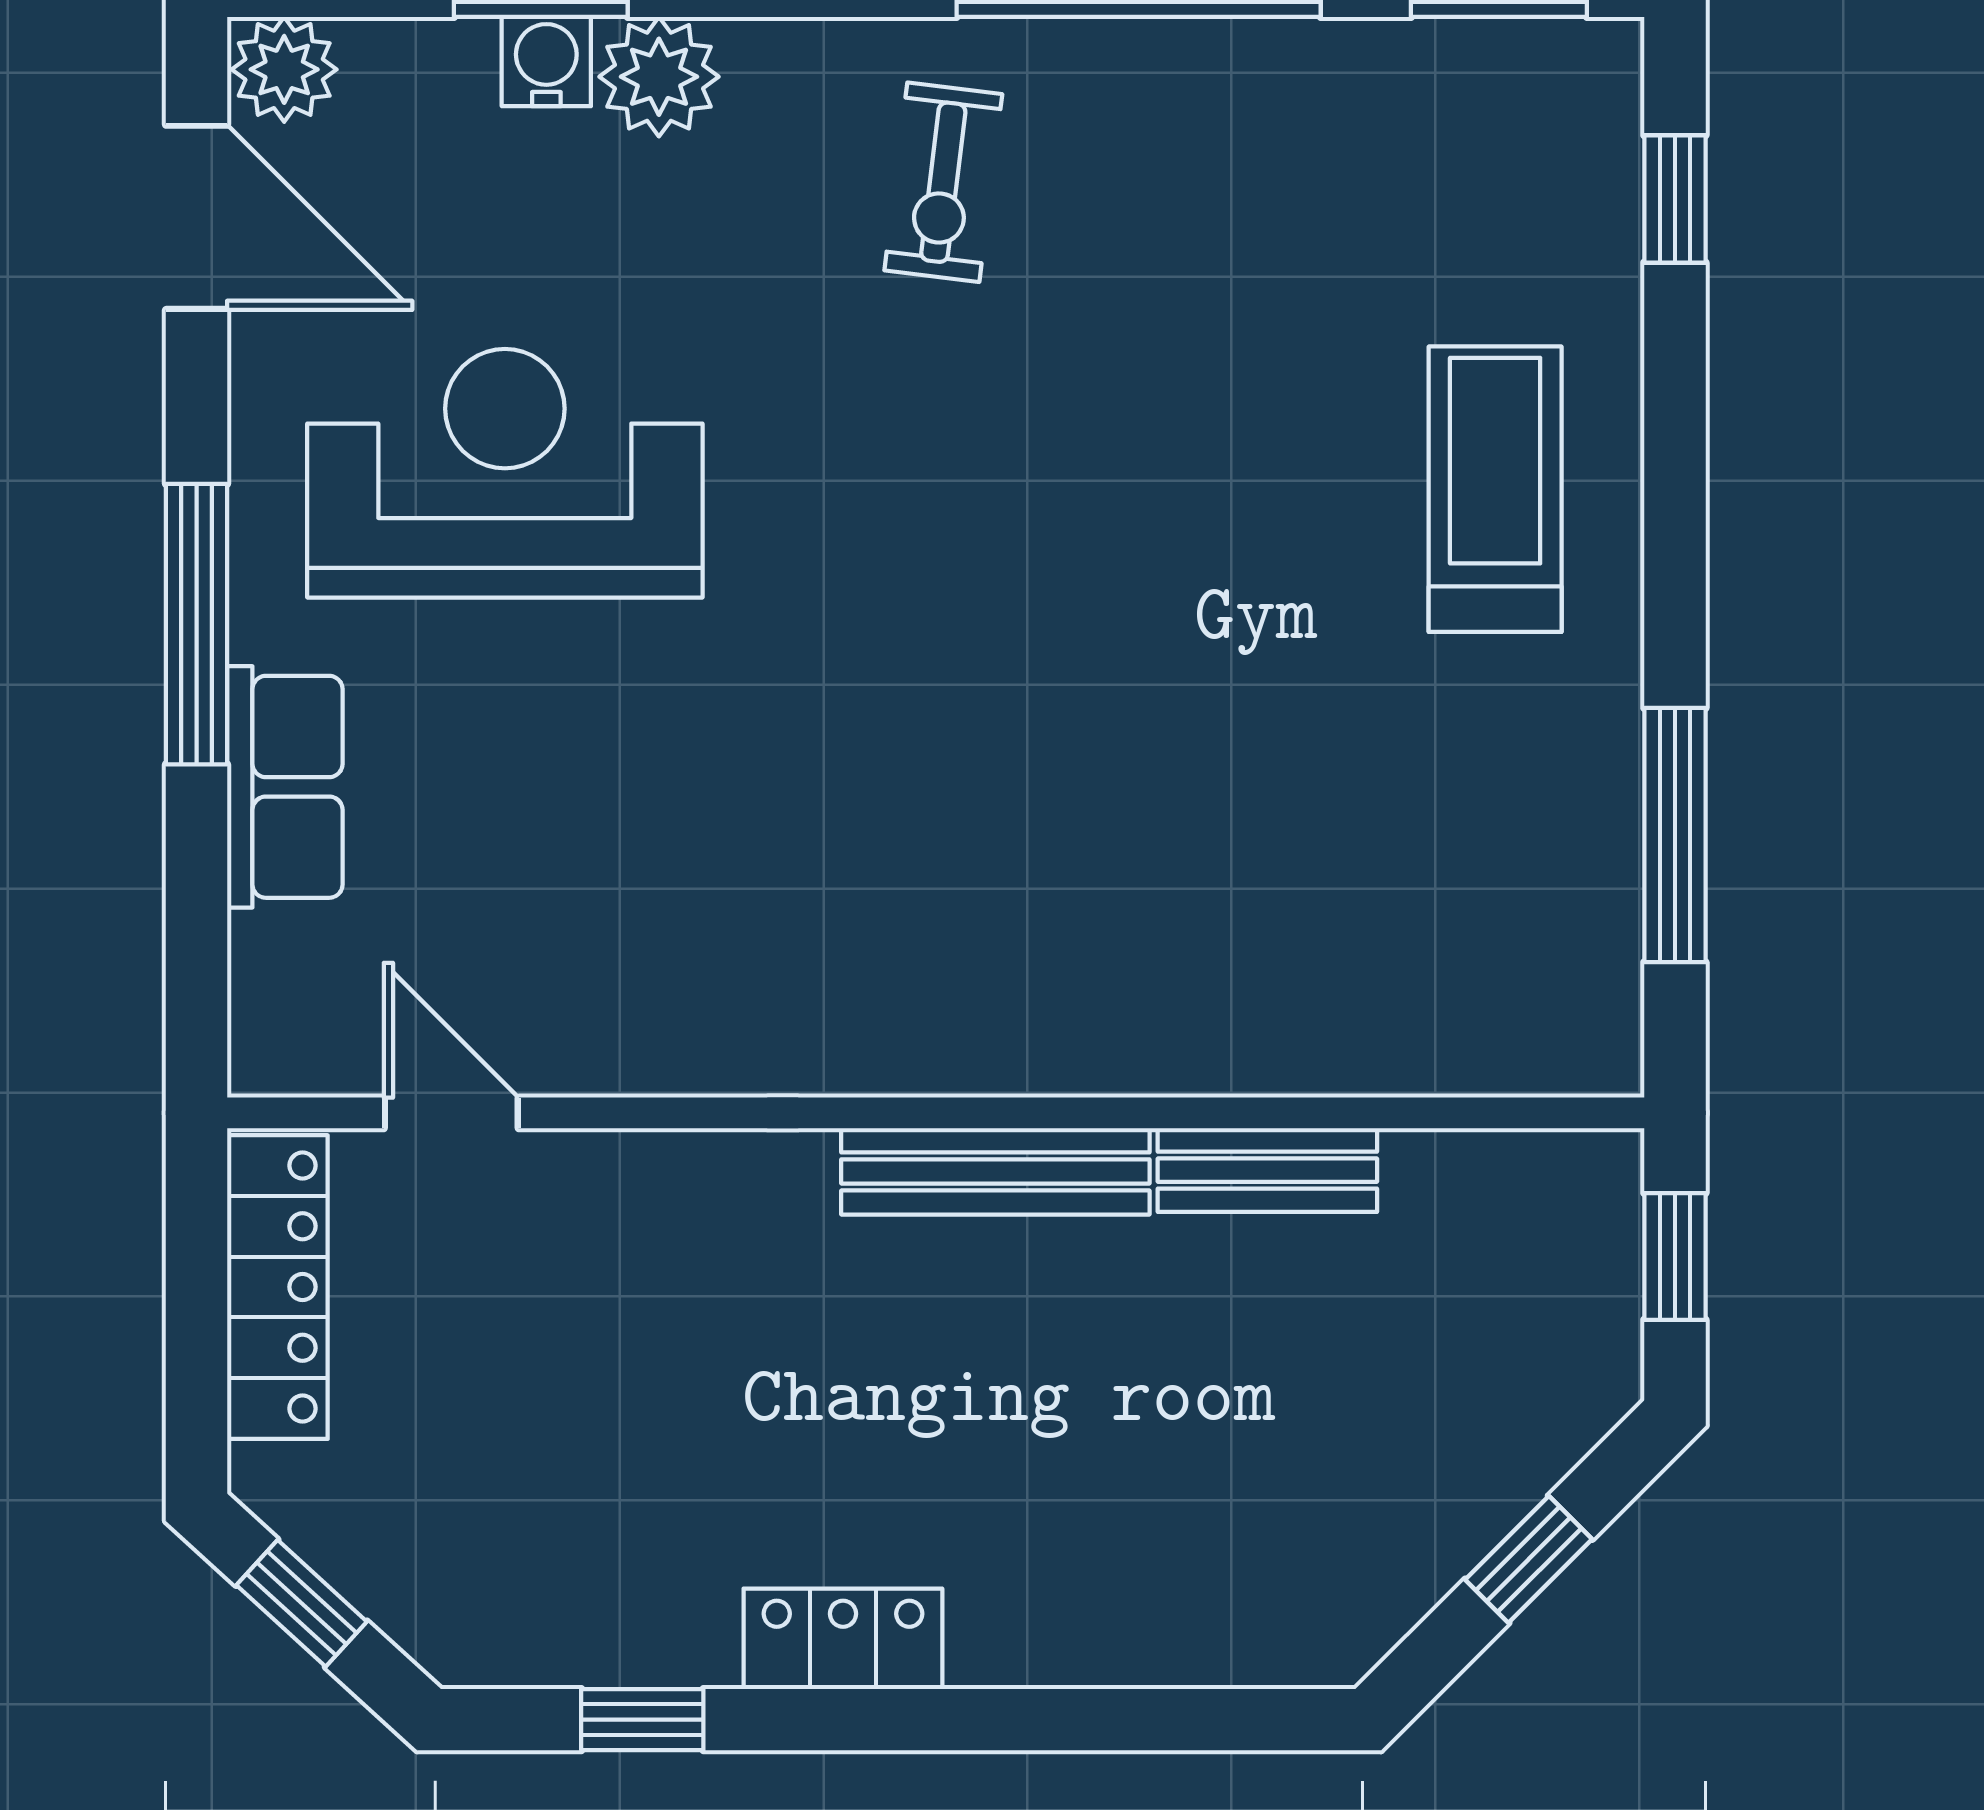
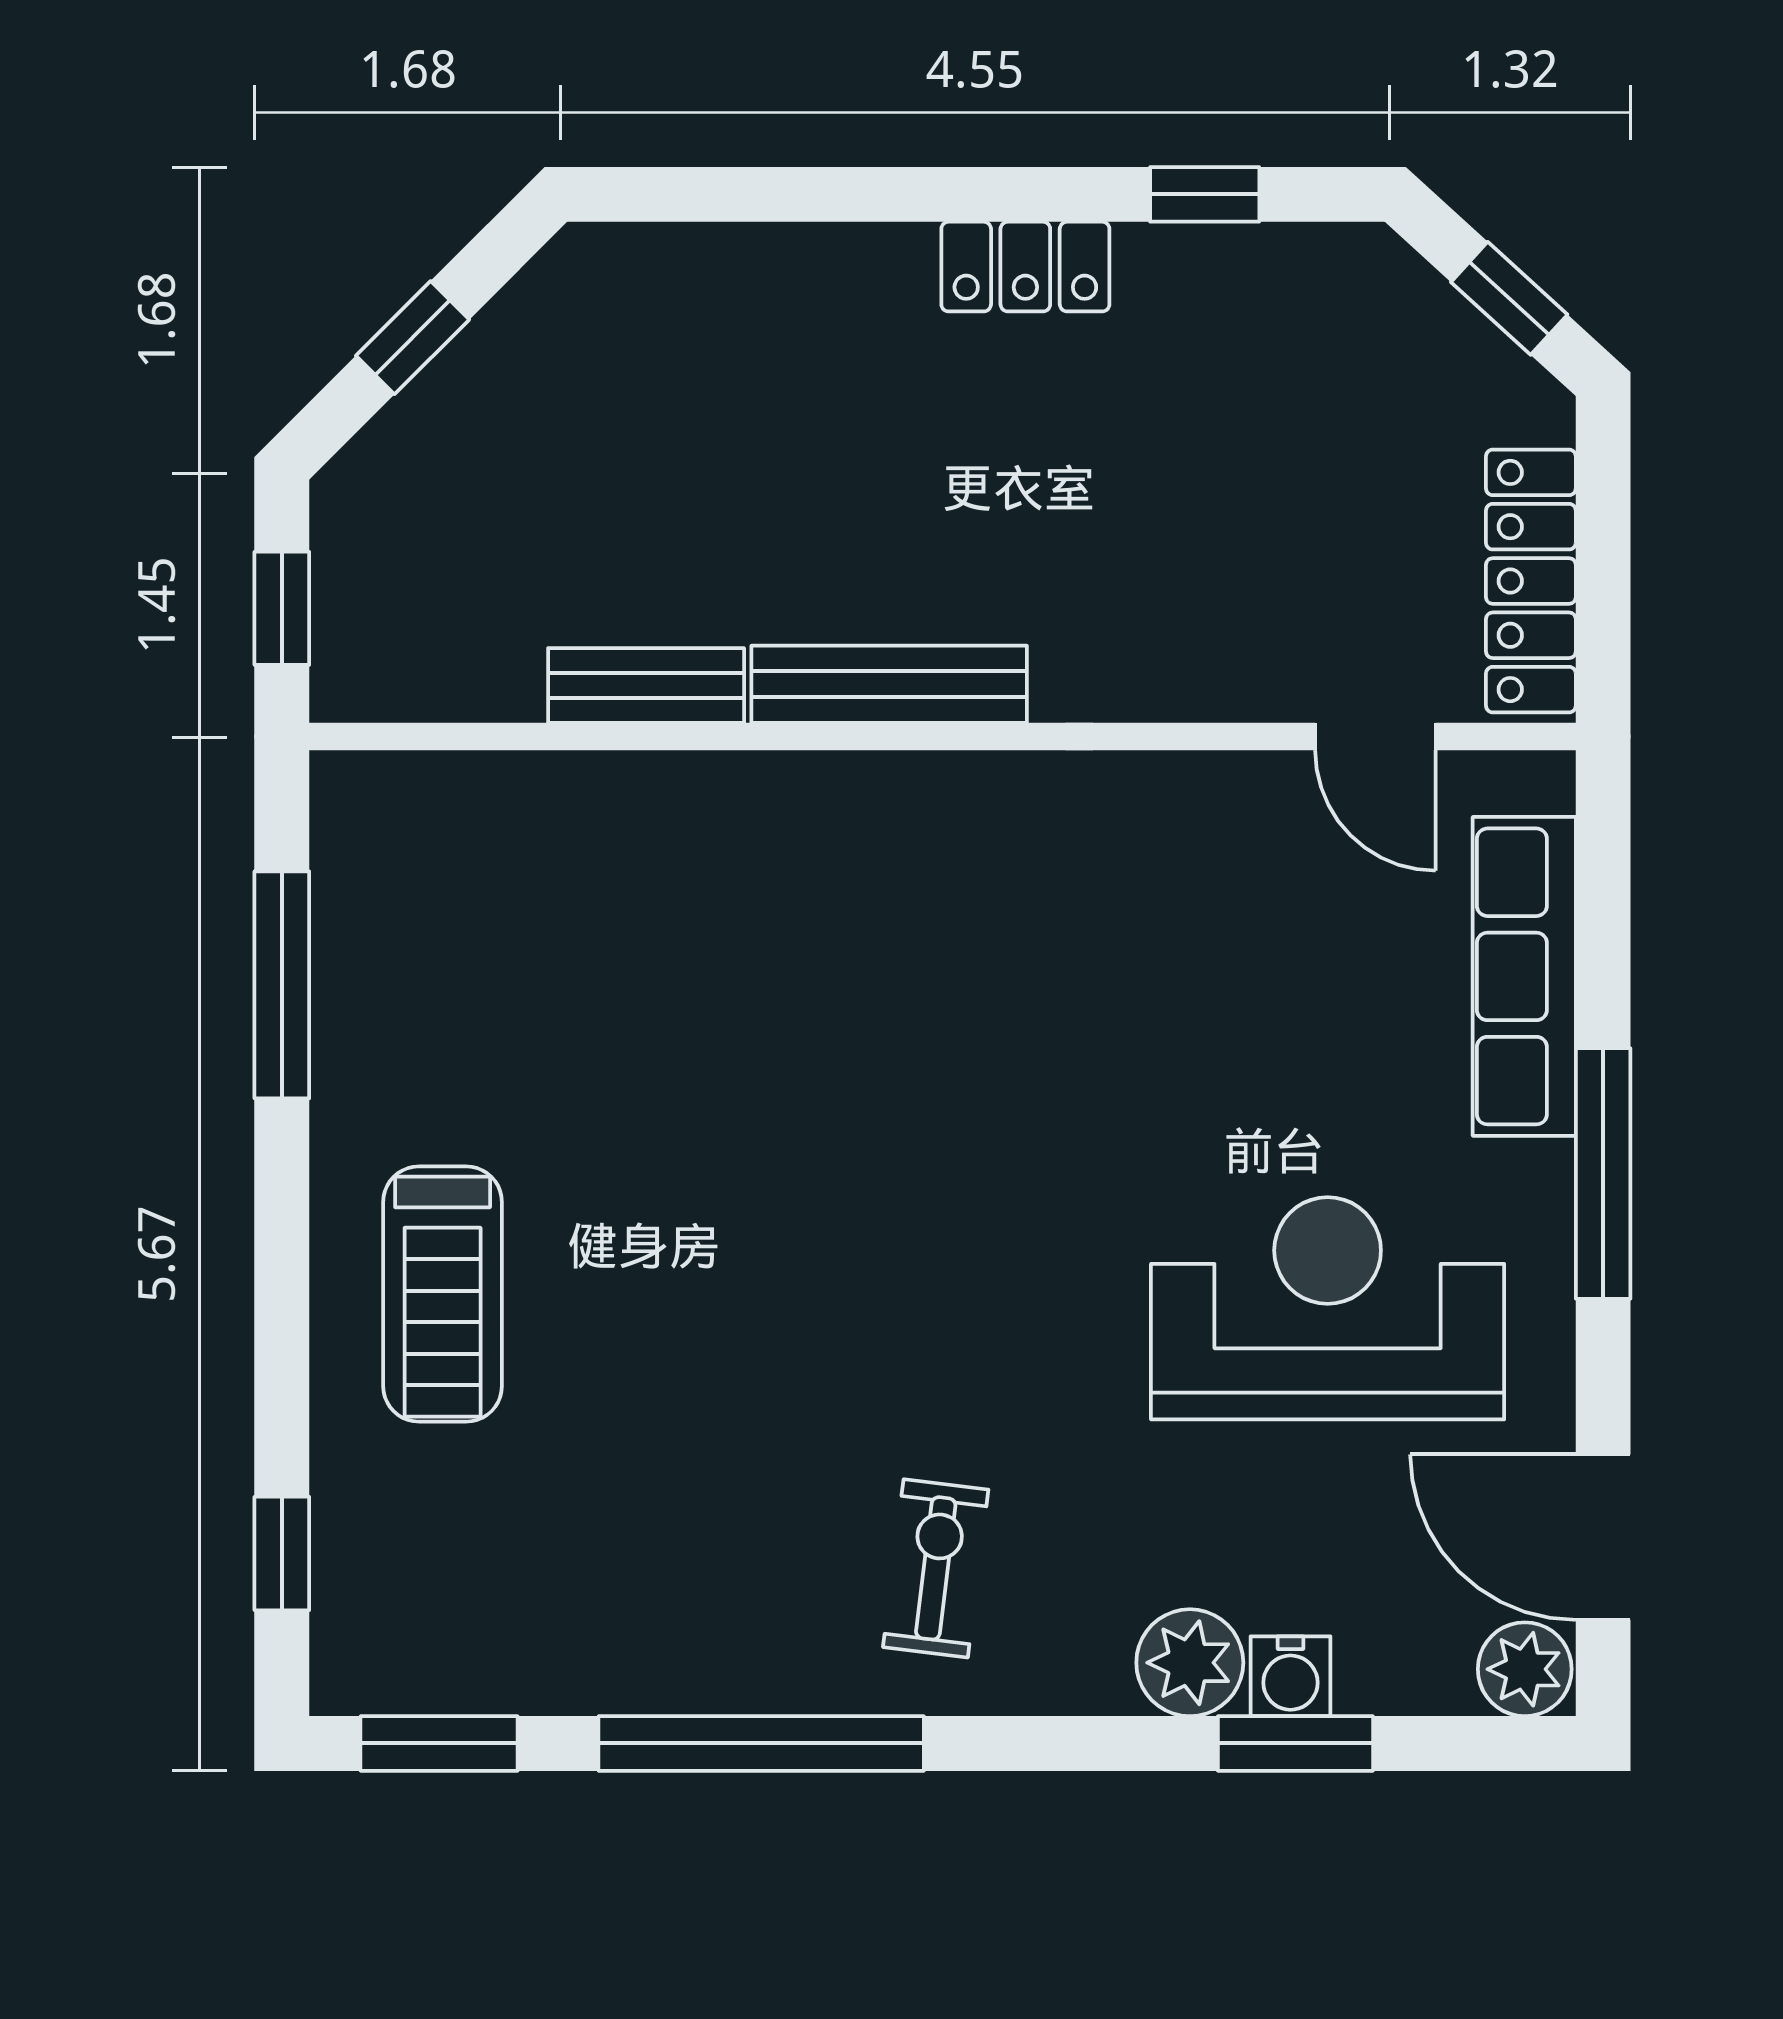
reception desk: (505, 473) -> (1328, 1308), turned 180
row of seats: (285, 787) -> (1524, 976), width x1.48

